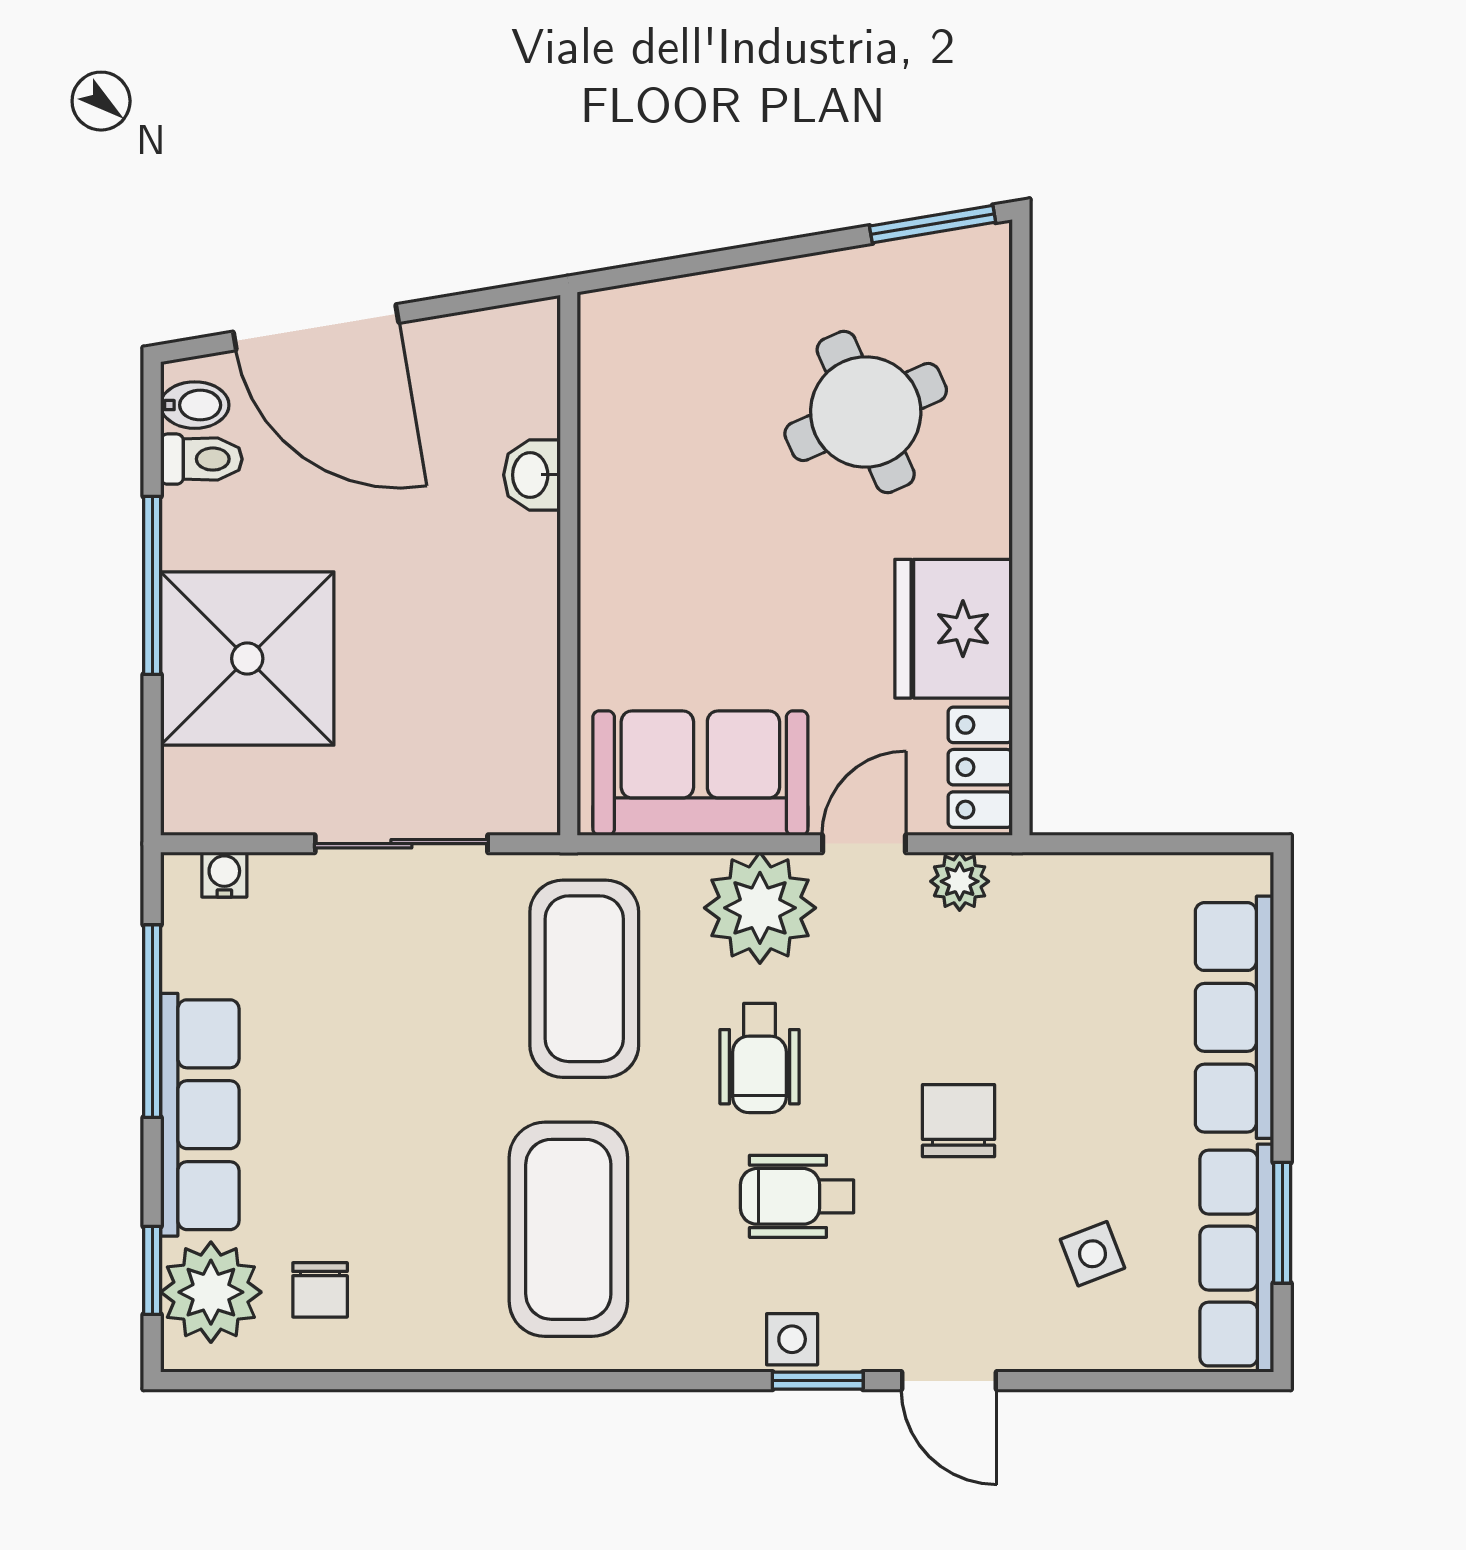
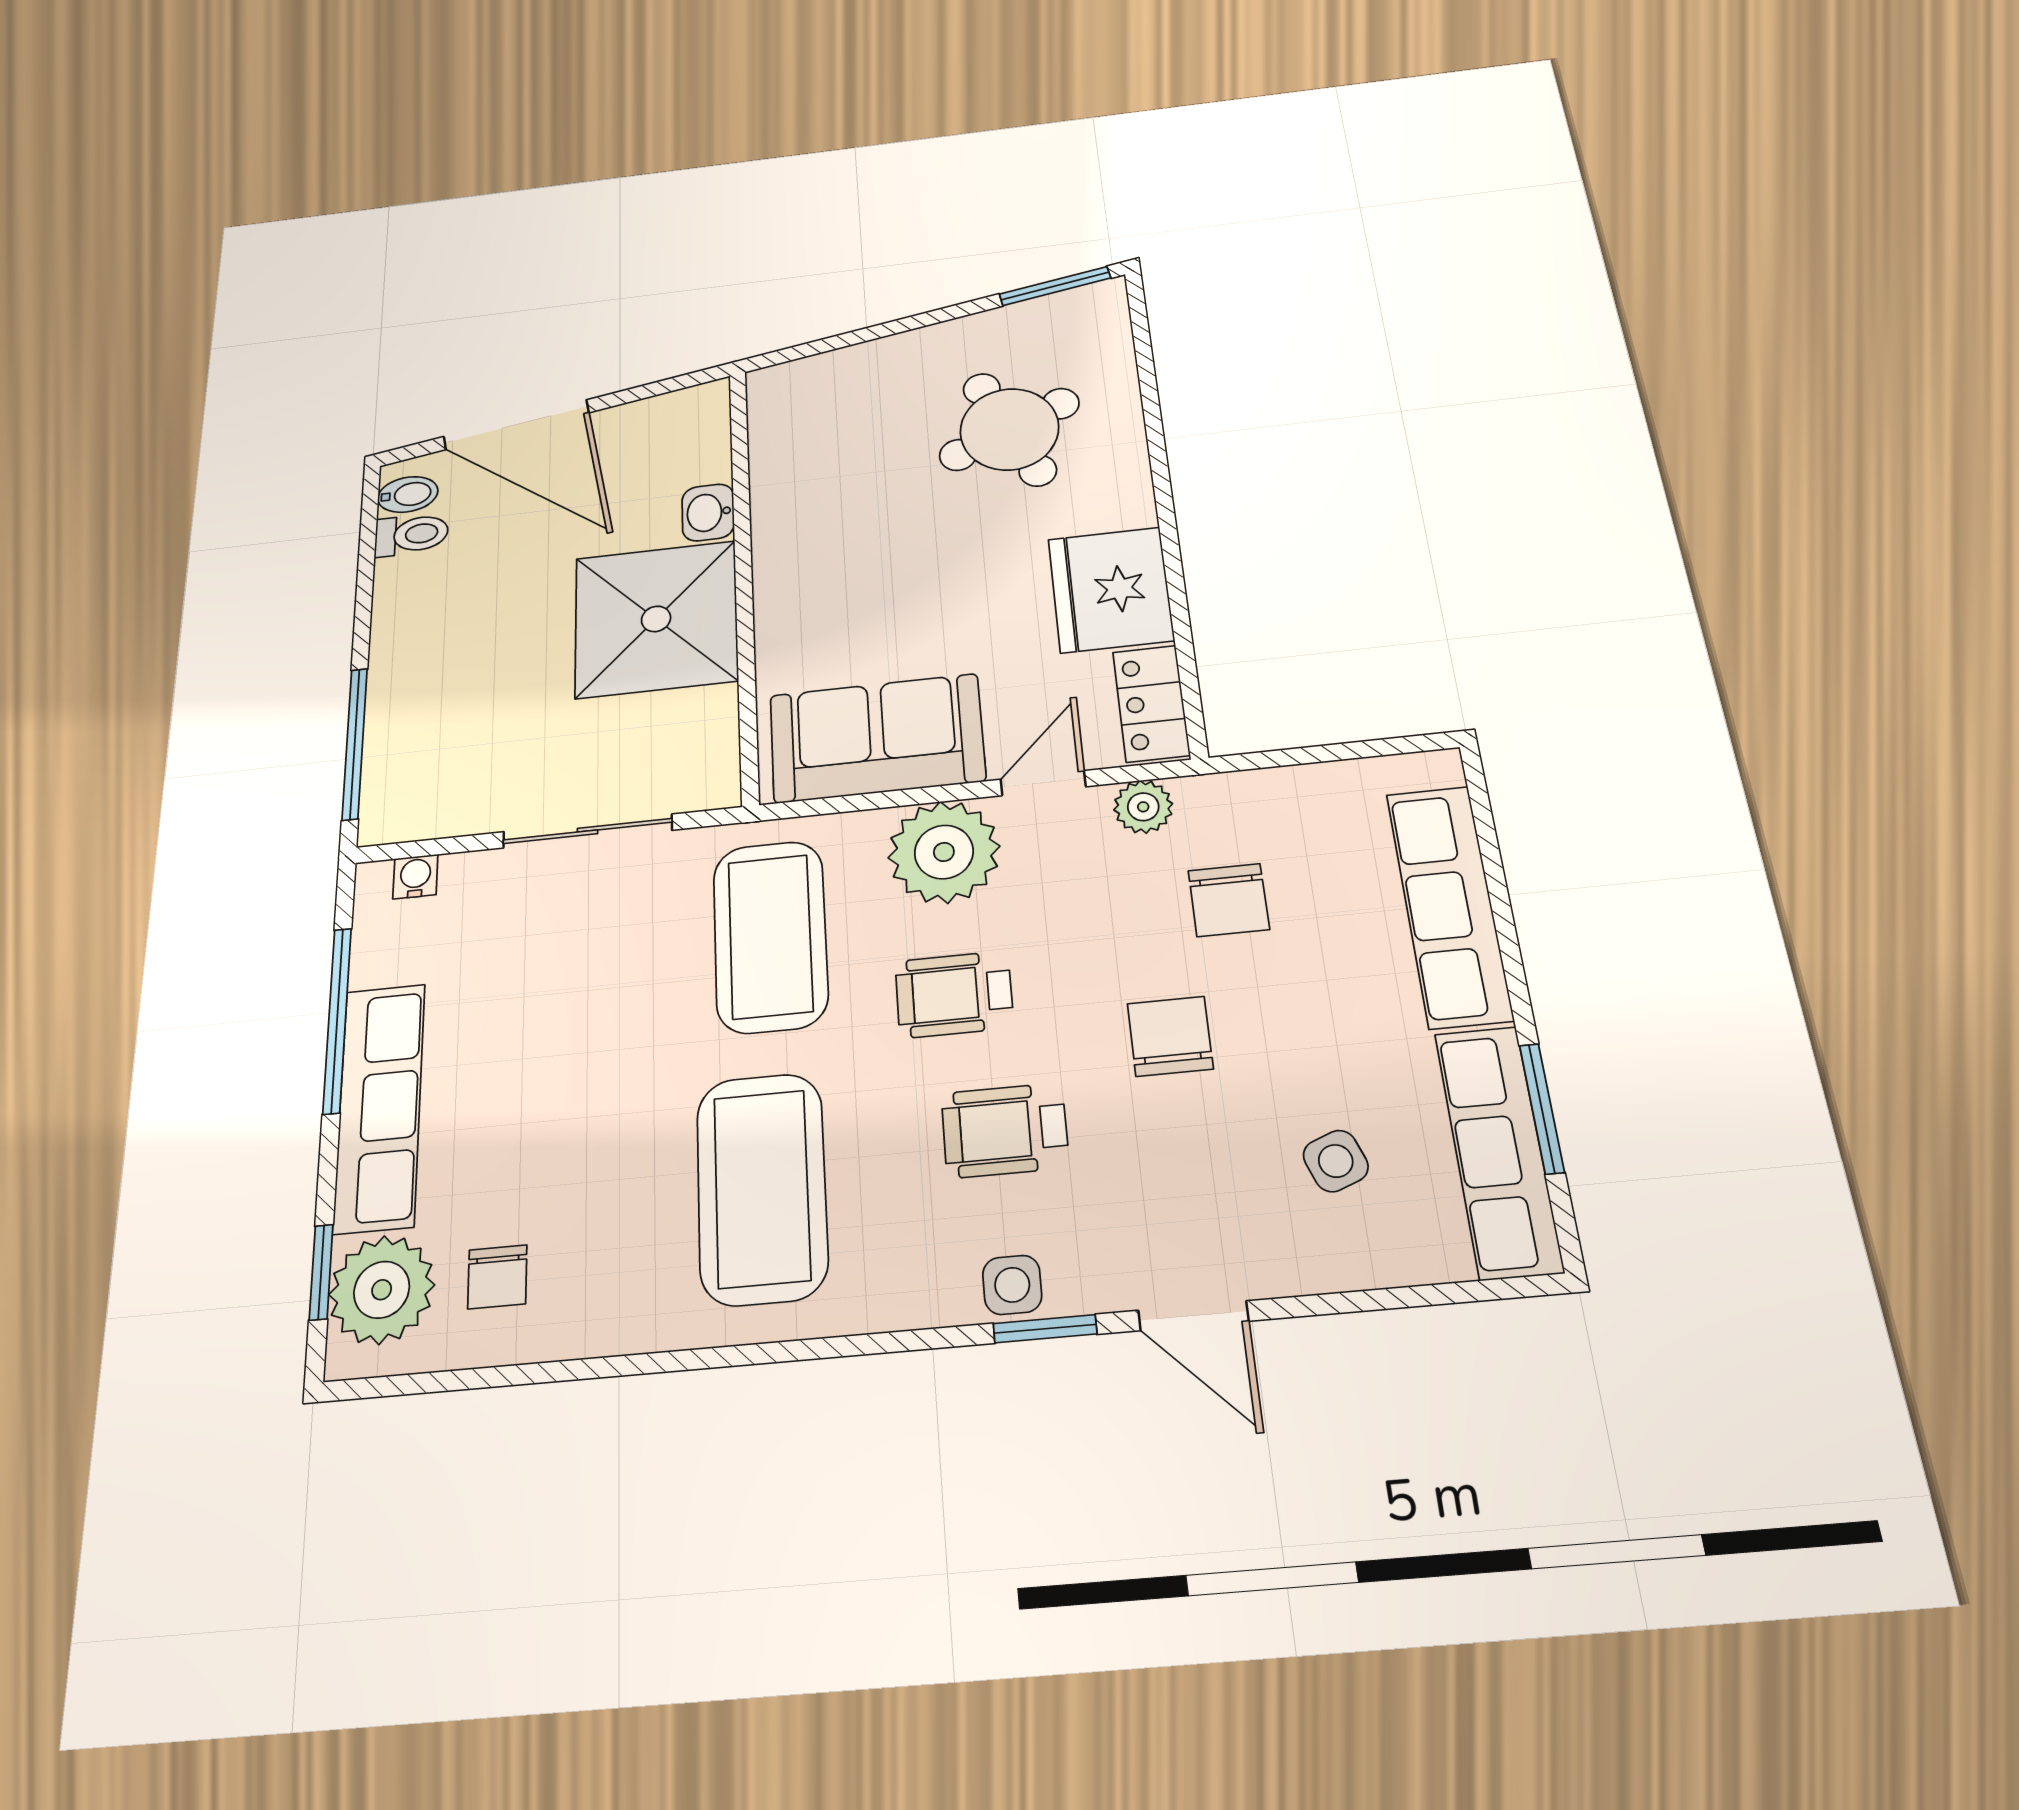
window: (152, 585) -> (355, 743), moved
shower: (247, 659) -> (656, 619), moved
chair: (1030, 989) -> (1229, 900), added
wheelchair: (760, 1058) -> (954, 994), turned 90

